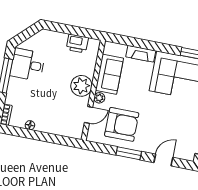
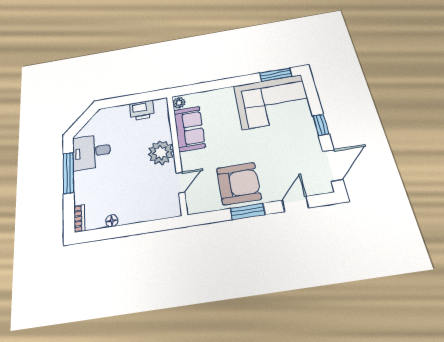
fireplace: (141, 54) -> (217, 95), removed
plant: (99, 98) -> (179, 103), moved
armchair: (122, 124) -> (239, 184), moved

